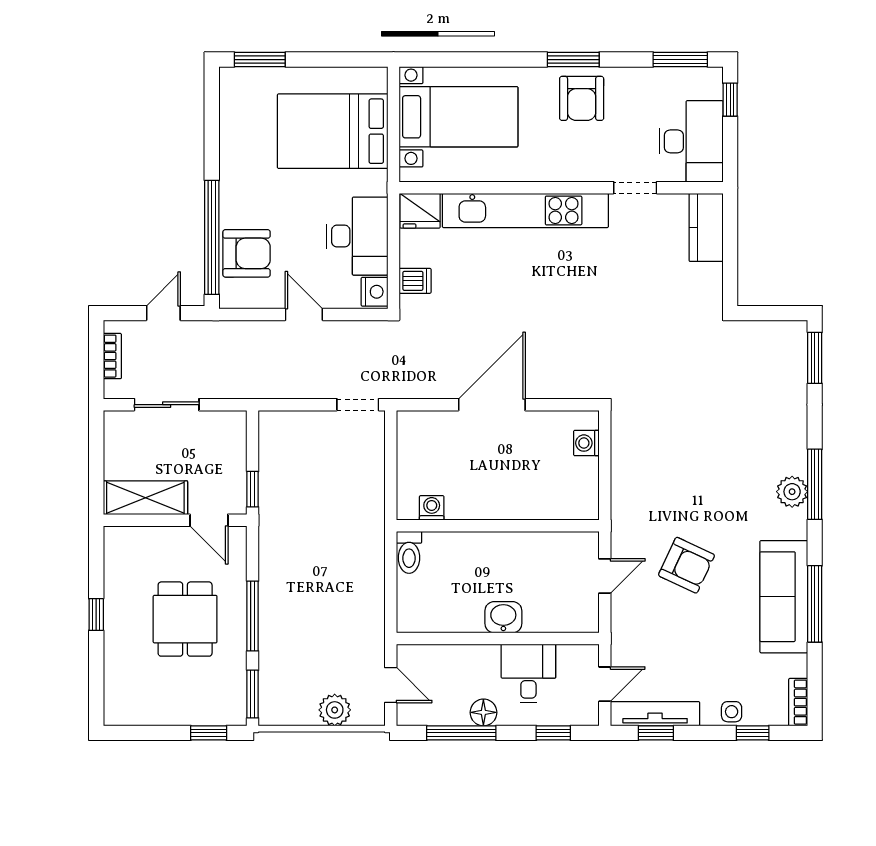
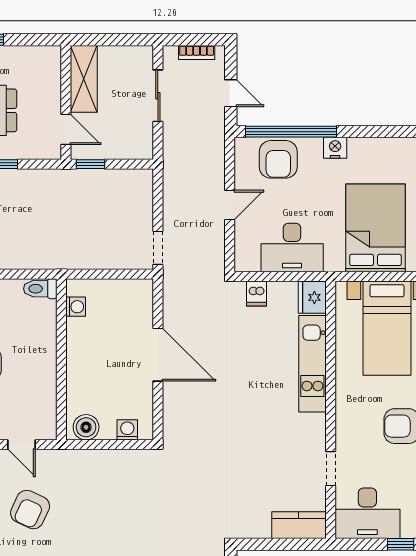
kitchen unit: (525, 210) -> (312, 364), width x0.73
nightstand: (375, 292) -> (335, 148), moved, turned 180
boiler: (583, 495) -> (86, 427), added
door: (209, 520) -> (66, 129), swing flipped

